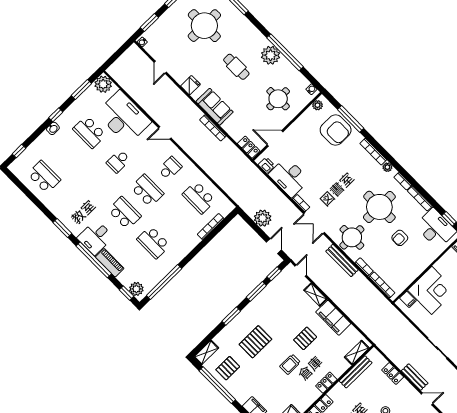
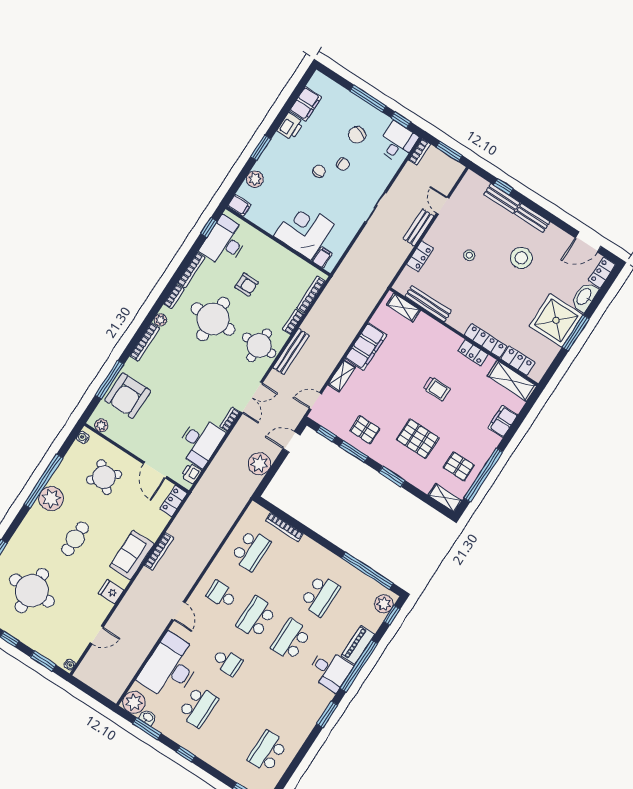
round table: (278, 99) -> (104, 477), turned 45
washbasin: (53, 128) -> (148, 717), moved
armchair: (336, 130) -> (128, 396), turned 180
pallet: (305, 338) -> (365, 430), moved
locker: (326, 383) -> (473, 353), moved

